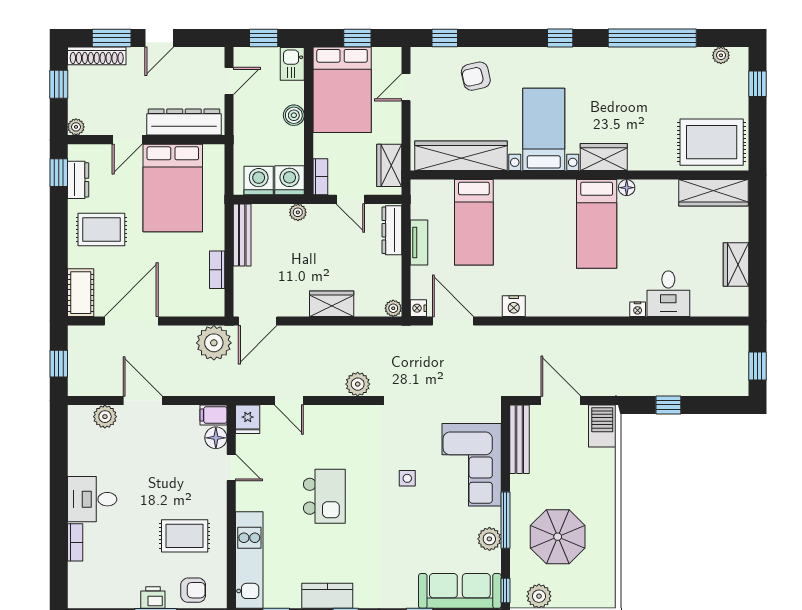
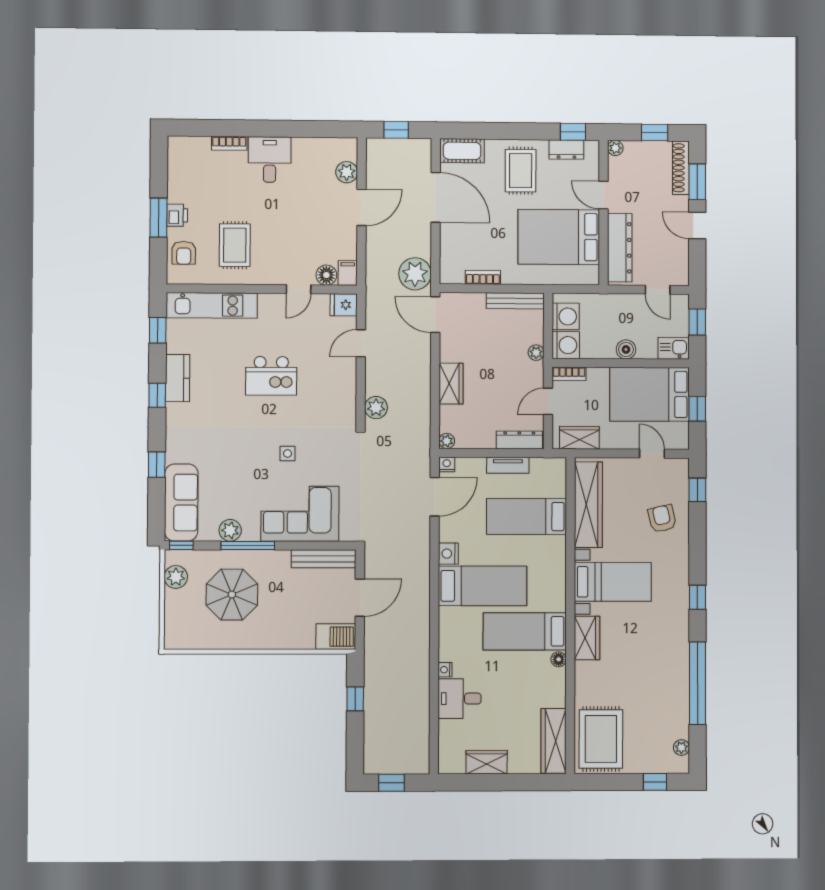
bed: (548, 269) -> (483, 586), added

